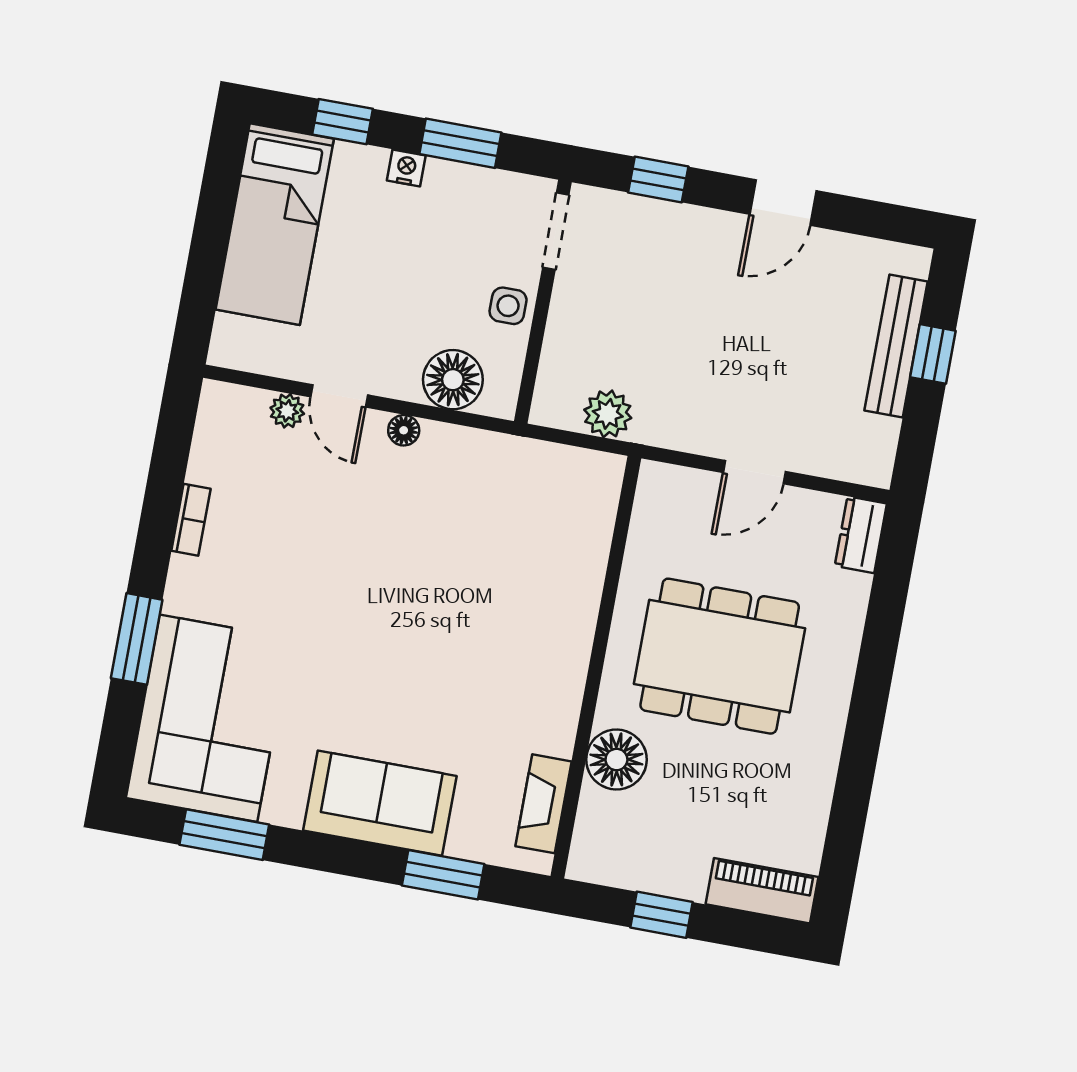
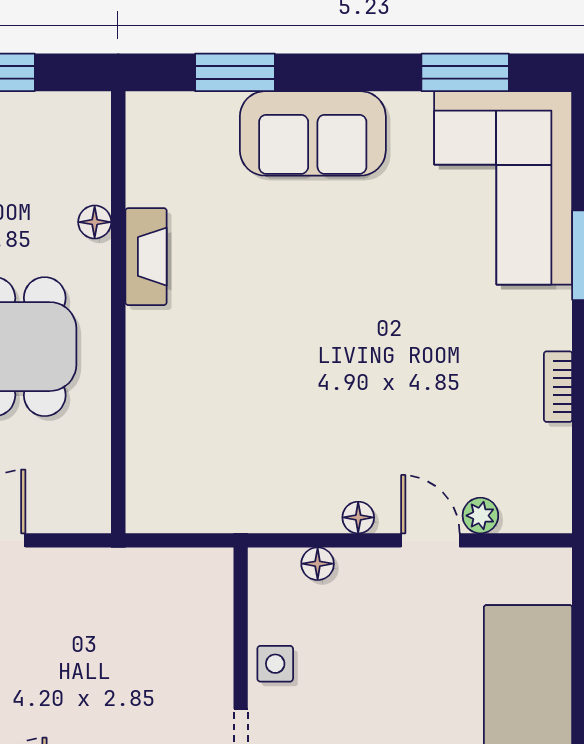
floor lamp: (453, 380) -> (318, 564), width x0.53, depth x0.53
plant: (608, 414) -> (153, 572), removed
floor lamp: (616, 760) -> (95, 222), width x0.53, depth x0.53
fireplace: (544, 804) -> (146, 257), moved

